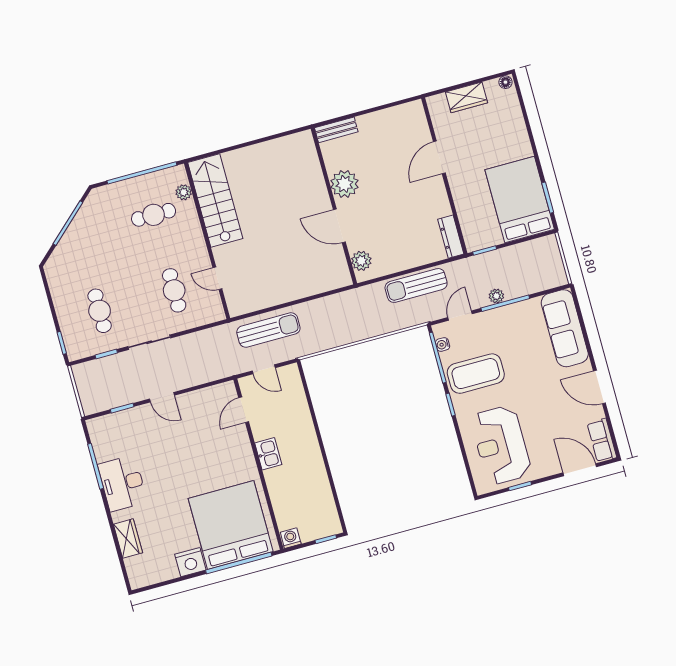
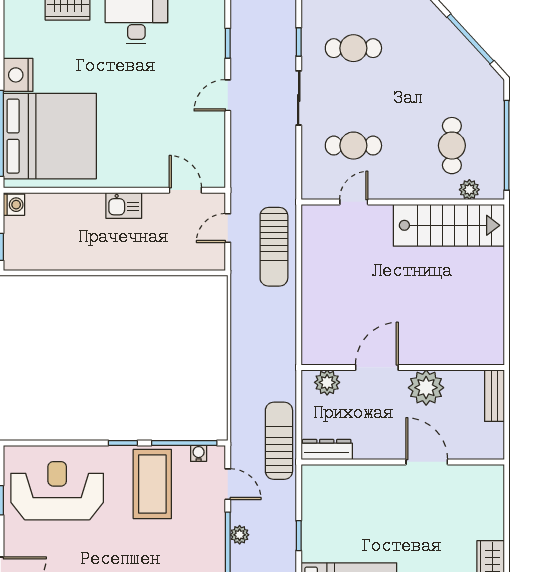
door: (439, 157) -> (427, 462), moved
wall: (444, 176) -> (403, 462), moved
dresser: (451, 237) -> (327, 450), moved

